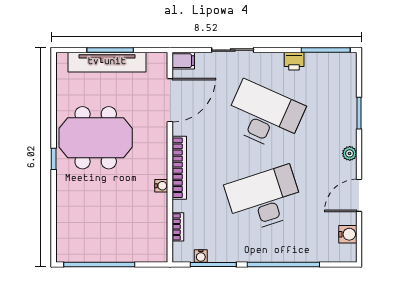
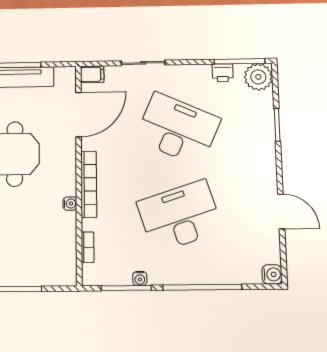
printer: (294, 61) -> (223, 73), moved
plant: (350, 153) -> (258, 77), moved, width x1.88, depth x1.88
door: (359, 195) -> (281, 211), swing flipped
water cooler: (348, 234) -> (272, 274), moved
water cooler: (201, 256) -> (140, 278), moved

